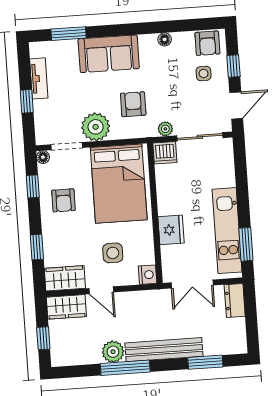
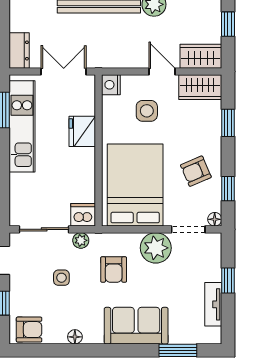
armchair: (207, 43) -> (29, 330), turned 90
side table: (204, 73) -> (61, 278), moved
armchair: (63, 200) -> (196, 171), turned -113

